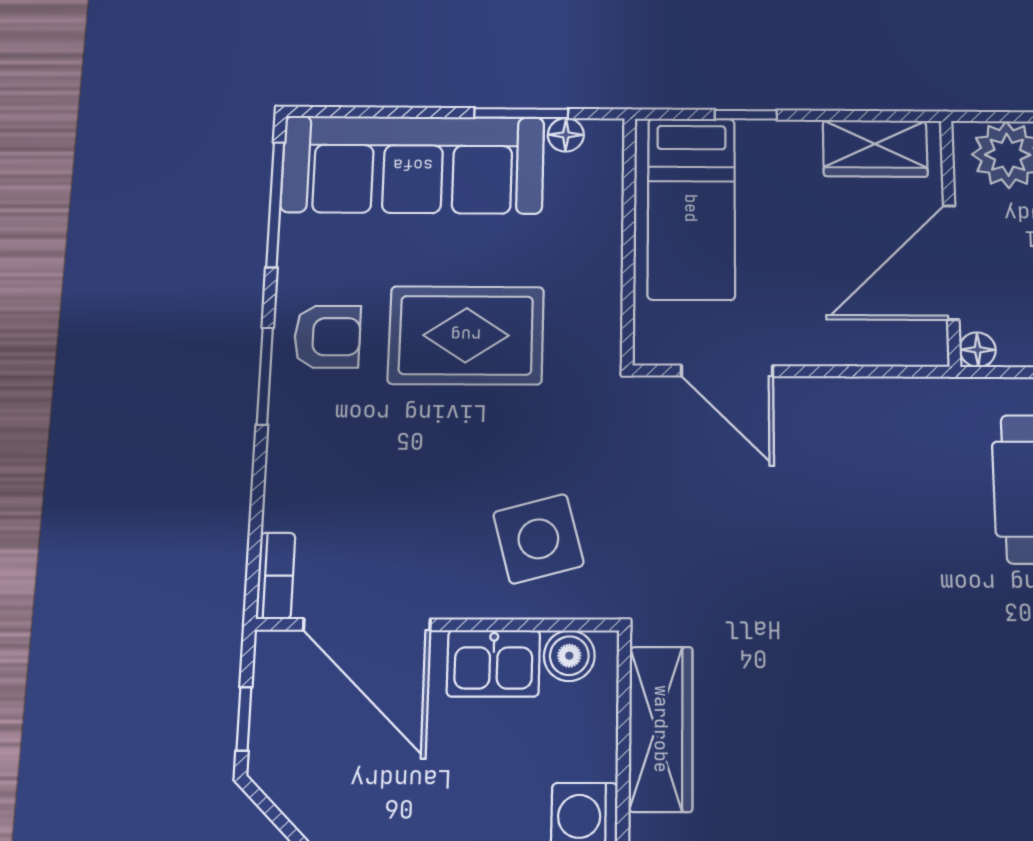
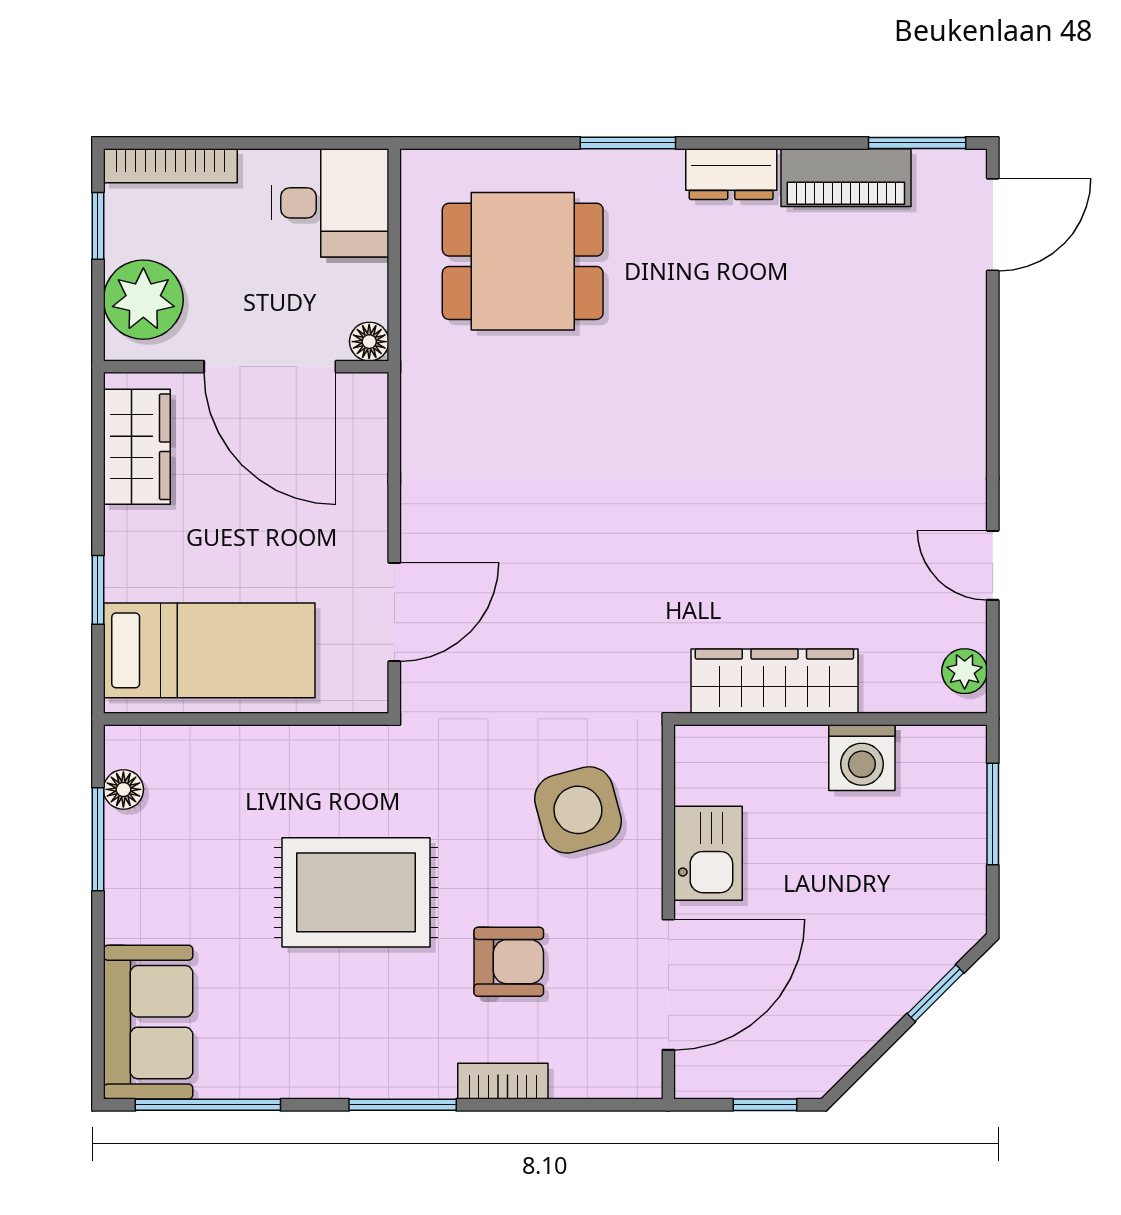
sofa: (413, 165) -> (148, 1022), width x0.54, depth x0.79
rug: (466, 335) -> (356, 892), turned 90
armchair: (327, 337) -> (509, 962), moved, turned 90
bookcase: (276, 576) -> (503, 1081), moved
boiler: (569, 656) -> (700, 776), removed

